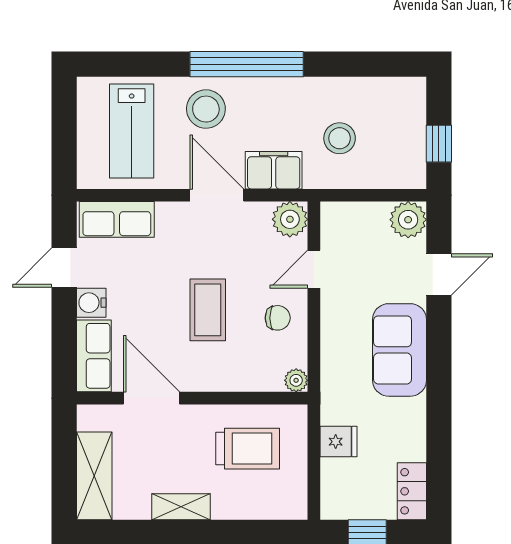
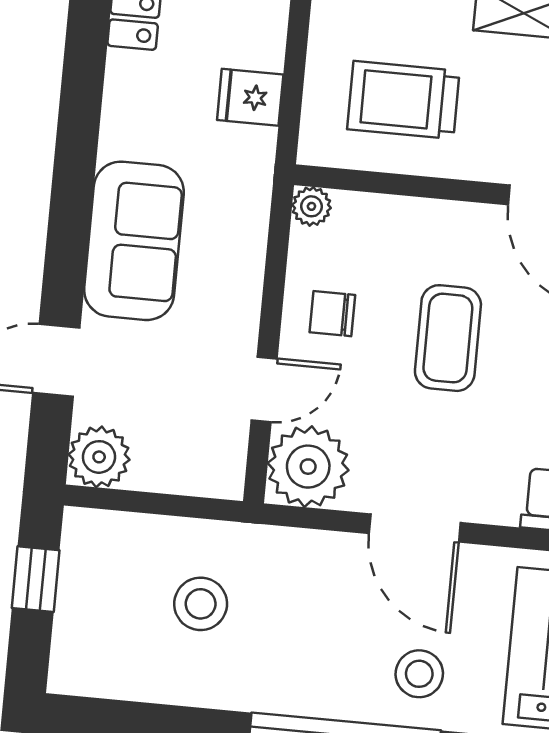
stool: (206, 109) -> (419, 674), width x0.73, depth x0.73
filing cabinet: (274, 170) -> (316, 561), removed
plant: (290, 219) -> (308, 467), width x1.36, depth x1.36

